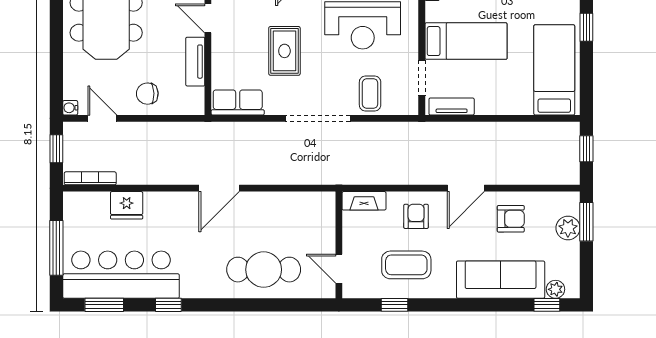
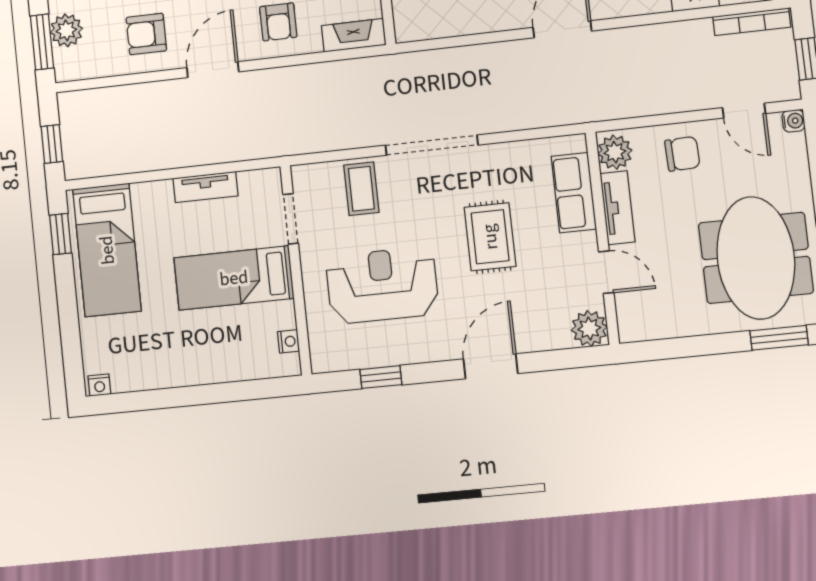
window: (586, 27) -> (61, 234), moved
plant: (193, 100) -> (615, 152), added
row of seats: (238, 102) -> (574, 193), moved, turned 90
tv unit: (452, 107) -> (205, 187), moved

